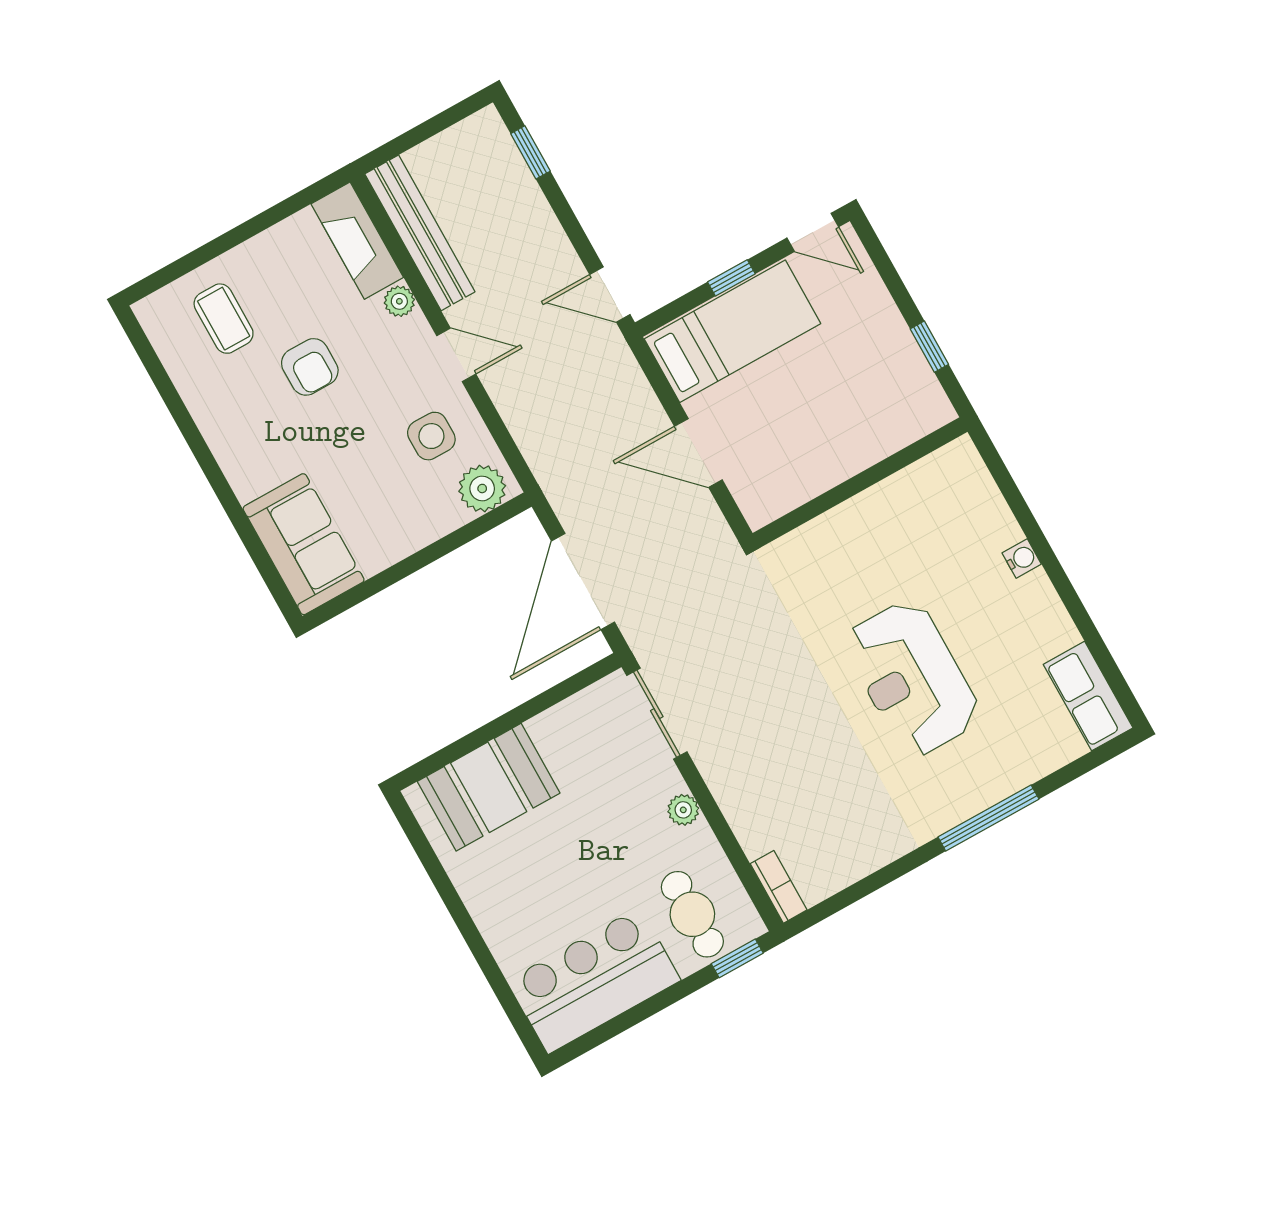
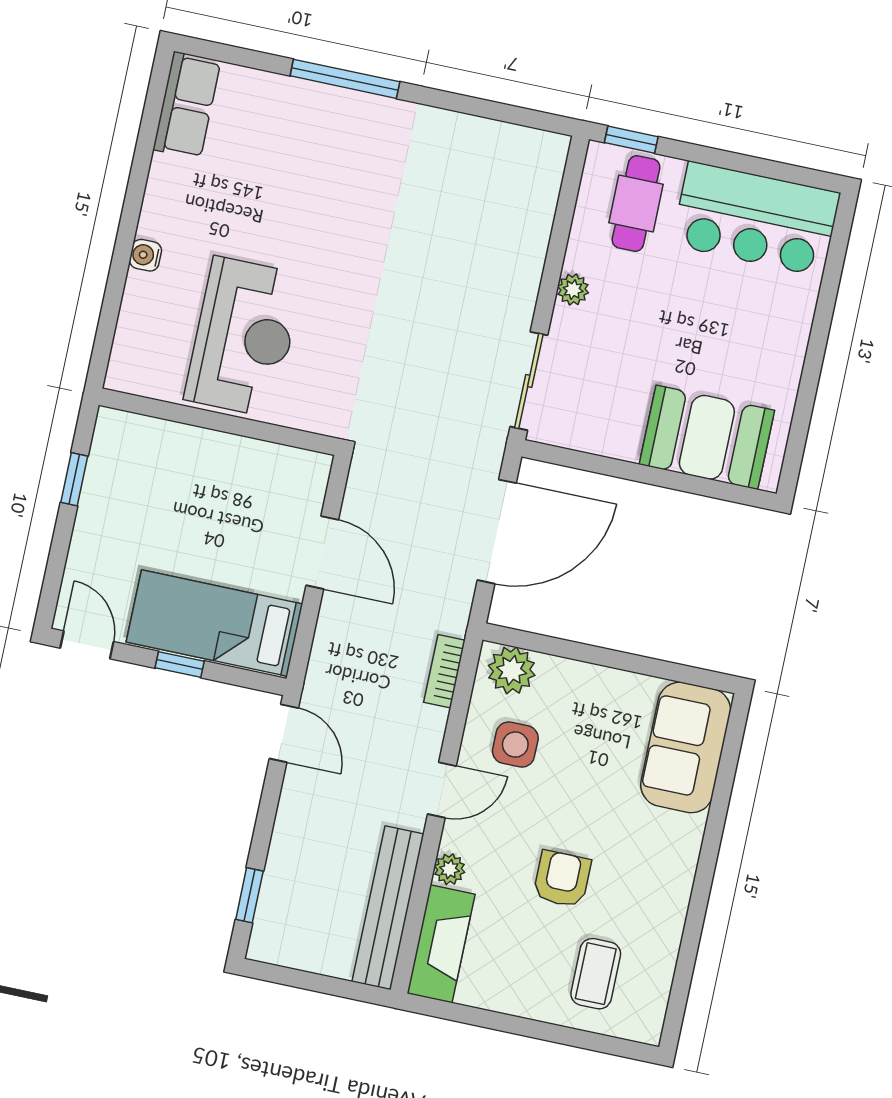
door: (456, 355) -> (442, 790), swing flipped
reception desk: (912, 678) -> (244, 337), moved
bookcase: (779, 887) -> (444, 671), moved

